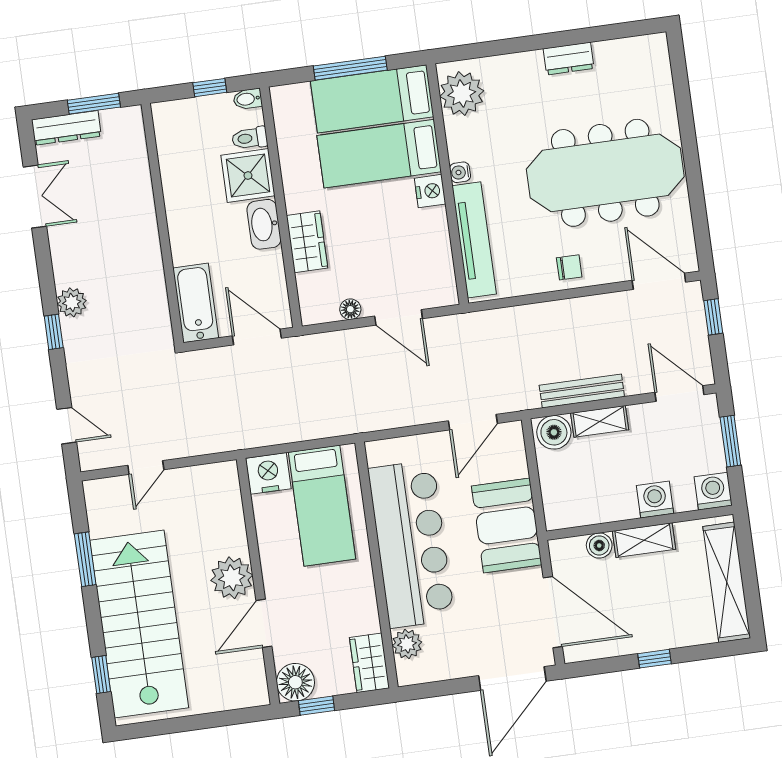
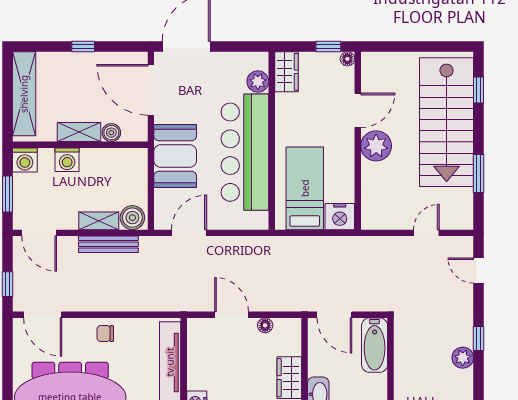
floor lamp: (295, 682) -> (347, 59), width x0.53, depth x0.53

